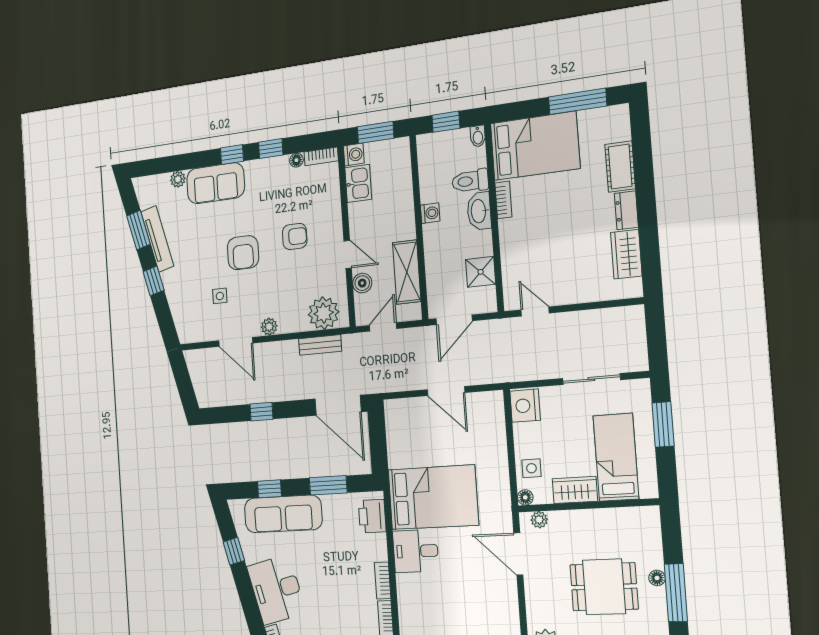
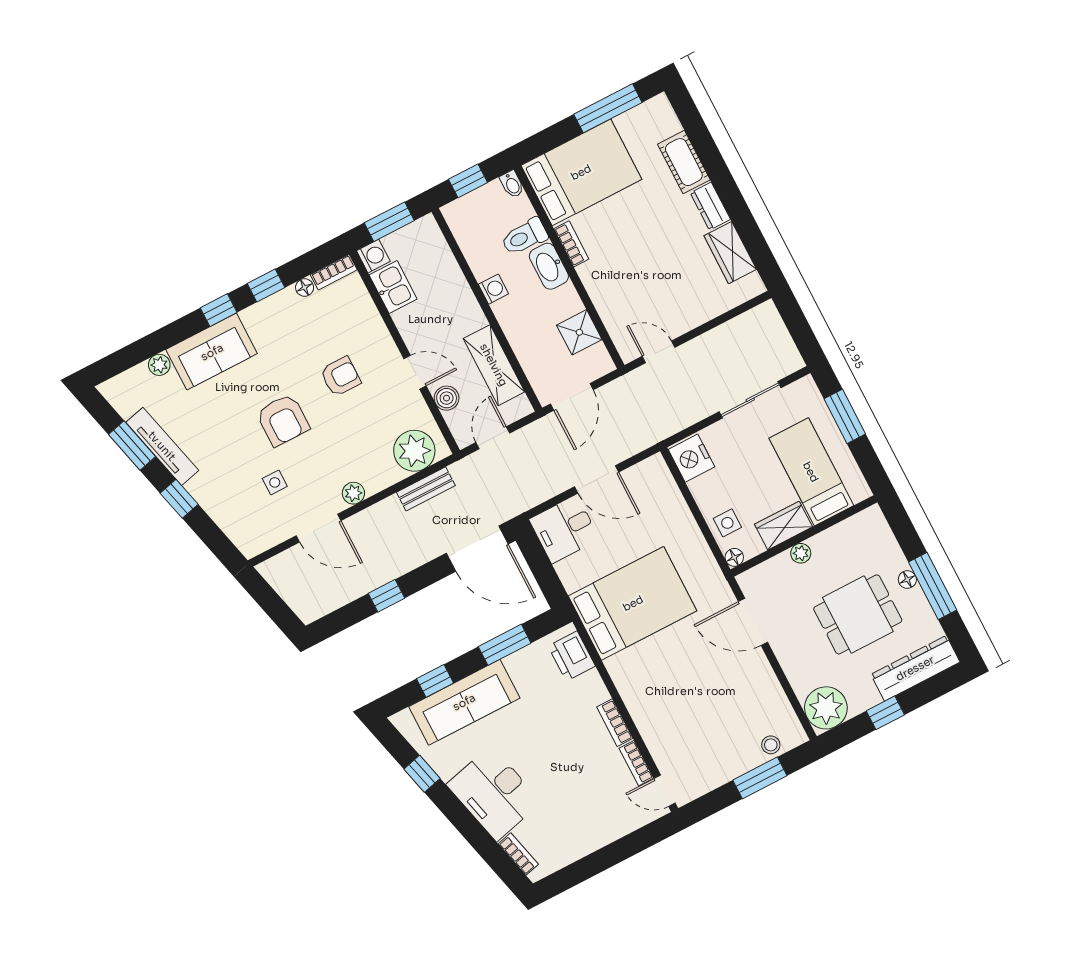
plant: (539, 520) -> (801, 553), moved
desk: (416, 551) -> (564, 529), moved

